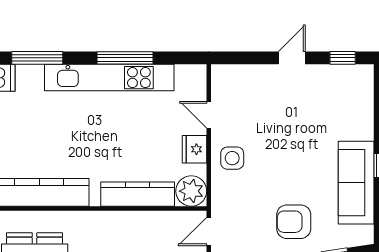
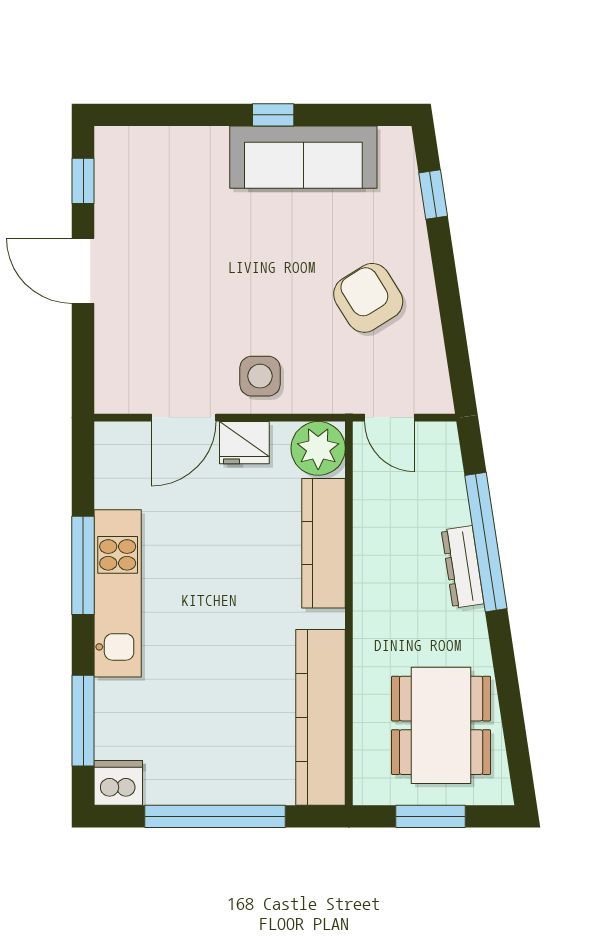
door: (292, 58) -> (83, 271), width x1.38
kitchen unit: (109, 78) -> (118, 593), width x0.73
door: (209, 115) -> (184, 418), width x1.38
armchair: (294, 222) -> (368, 298), moved, turned 148

